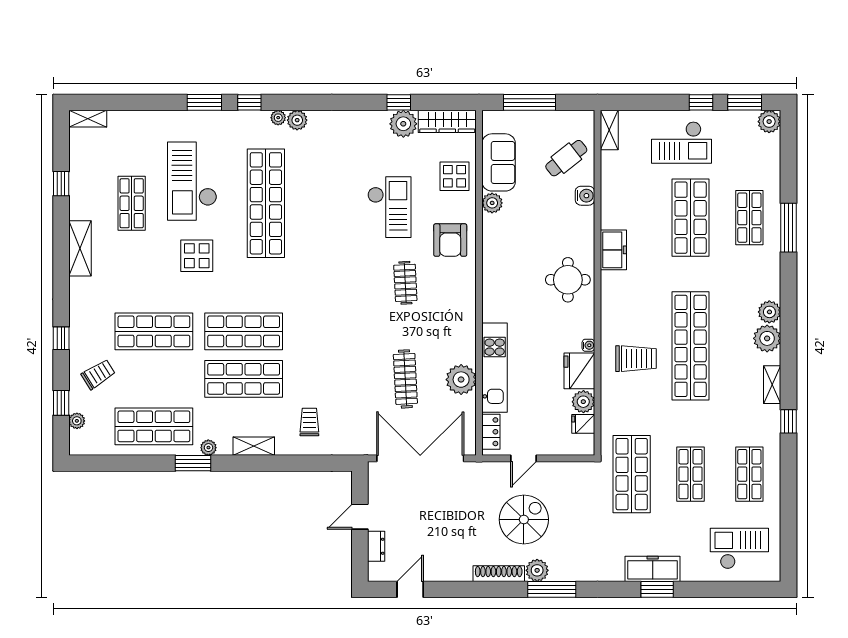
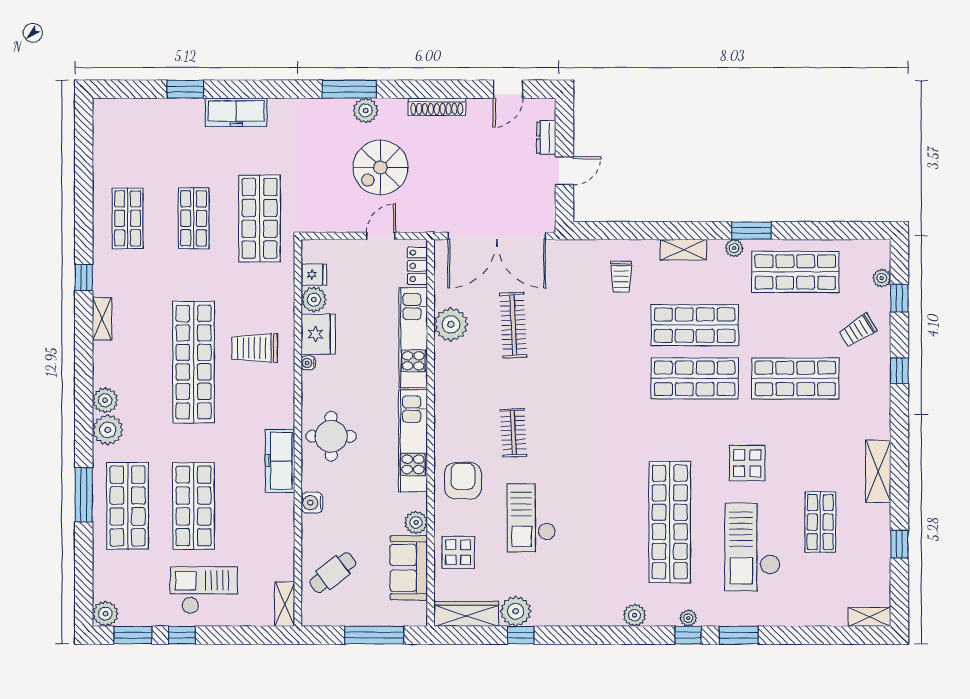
plant: (278, 118) -> (688, 618), moved
checkout: (192, 181) -> (752, 547), turned 180
water cooler: (585, 196) -> (312, 503), moved
shop shelf: (749, 218) -> (128, 506), width x1.43, depth x1.36
freezer: (613, 250) -> (280, 461), width x1.40
kitchen unit: (495, 276) -> (413, 441), added
plant: (767, 338) -> (108, 430), moved
checkout: (739, 549) -> (139, 135), removed
shoe rack: (499, 574) -> (437, 107), moved
window: (657, 589) -> (185, 89), moved

